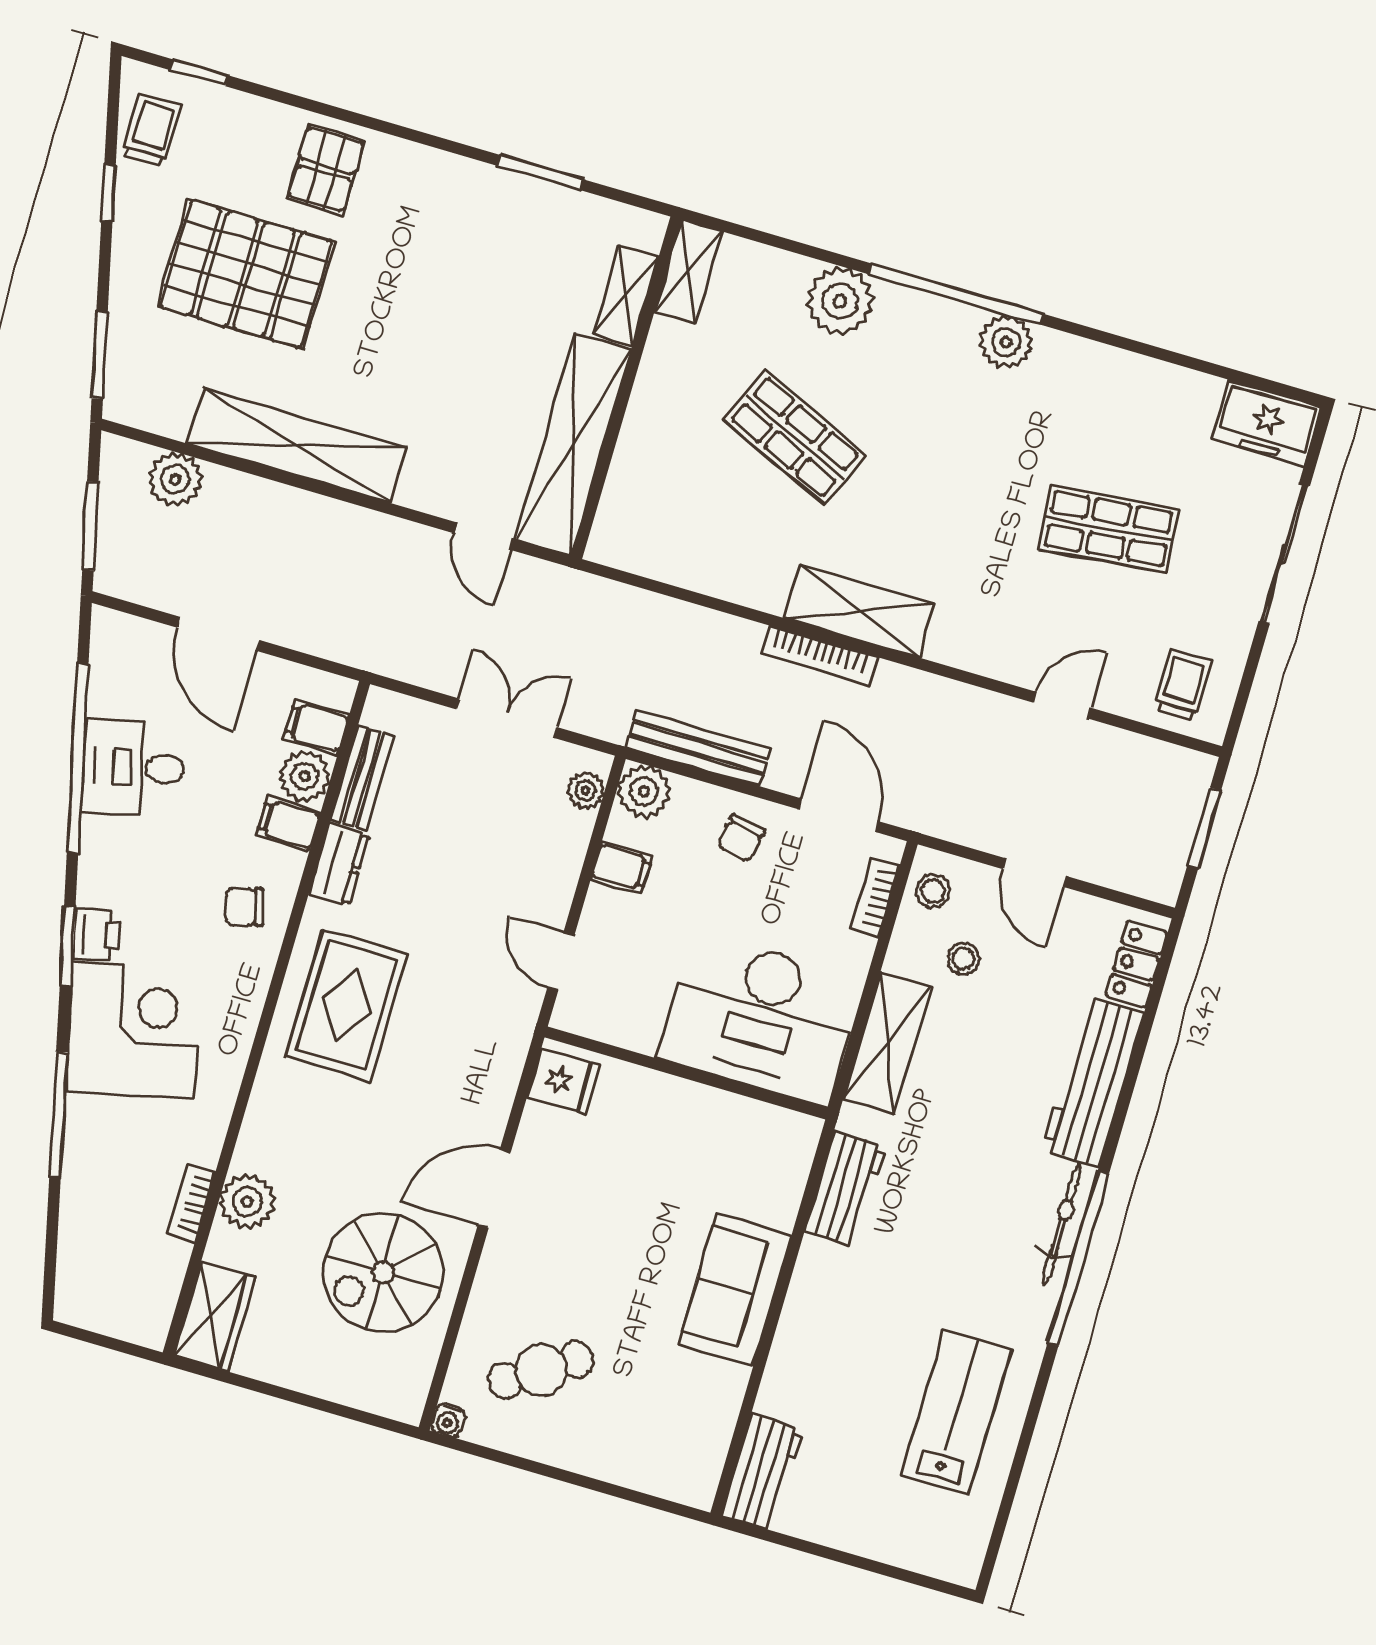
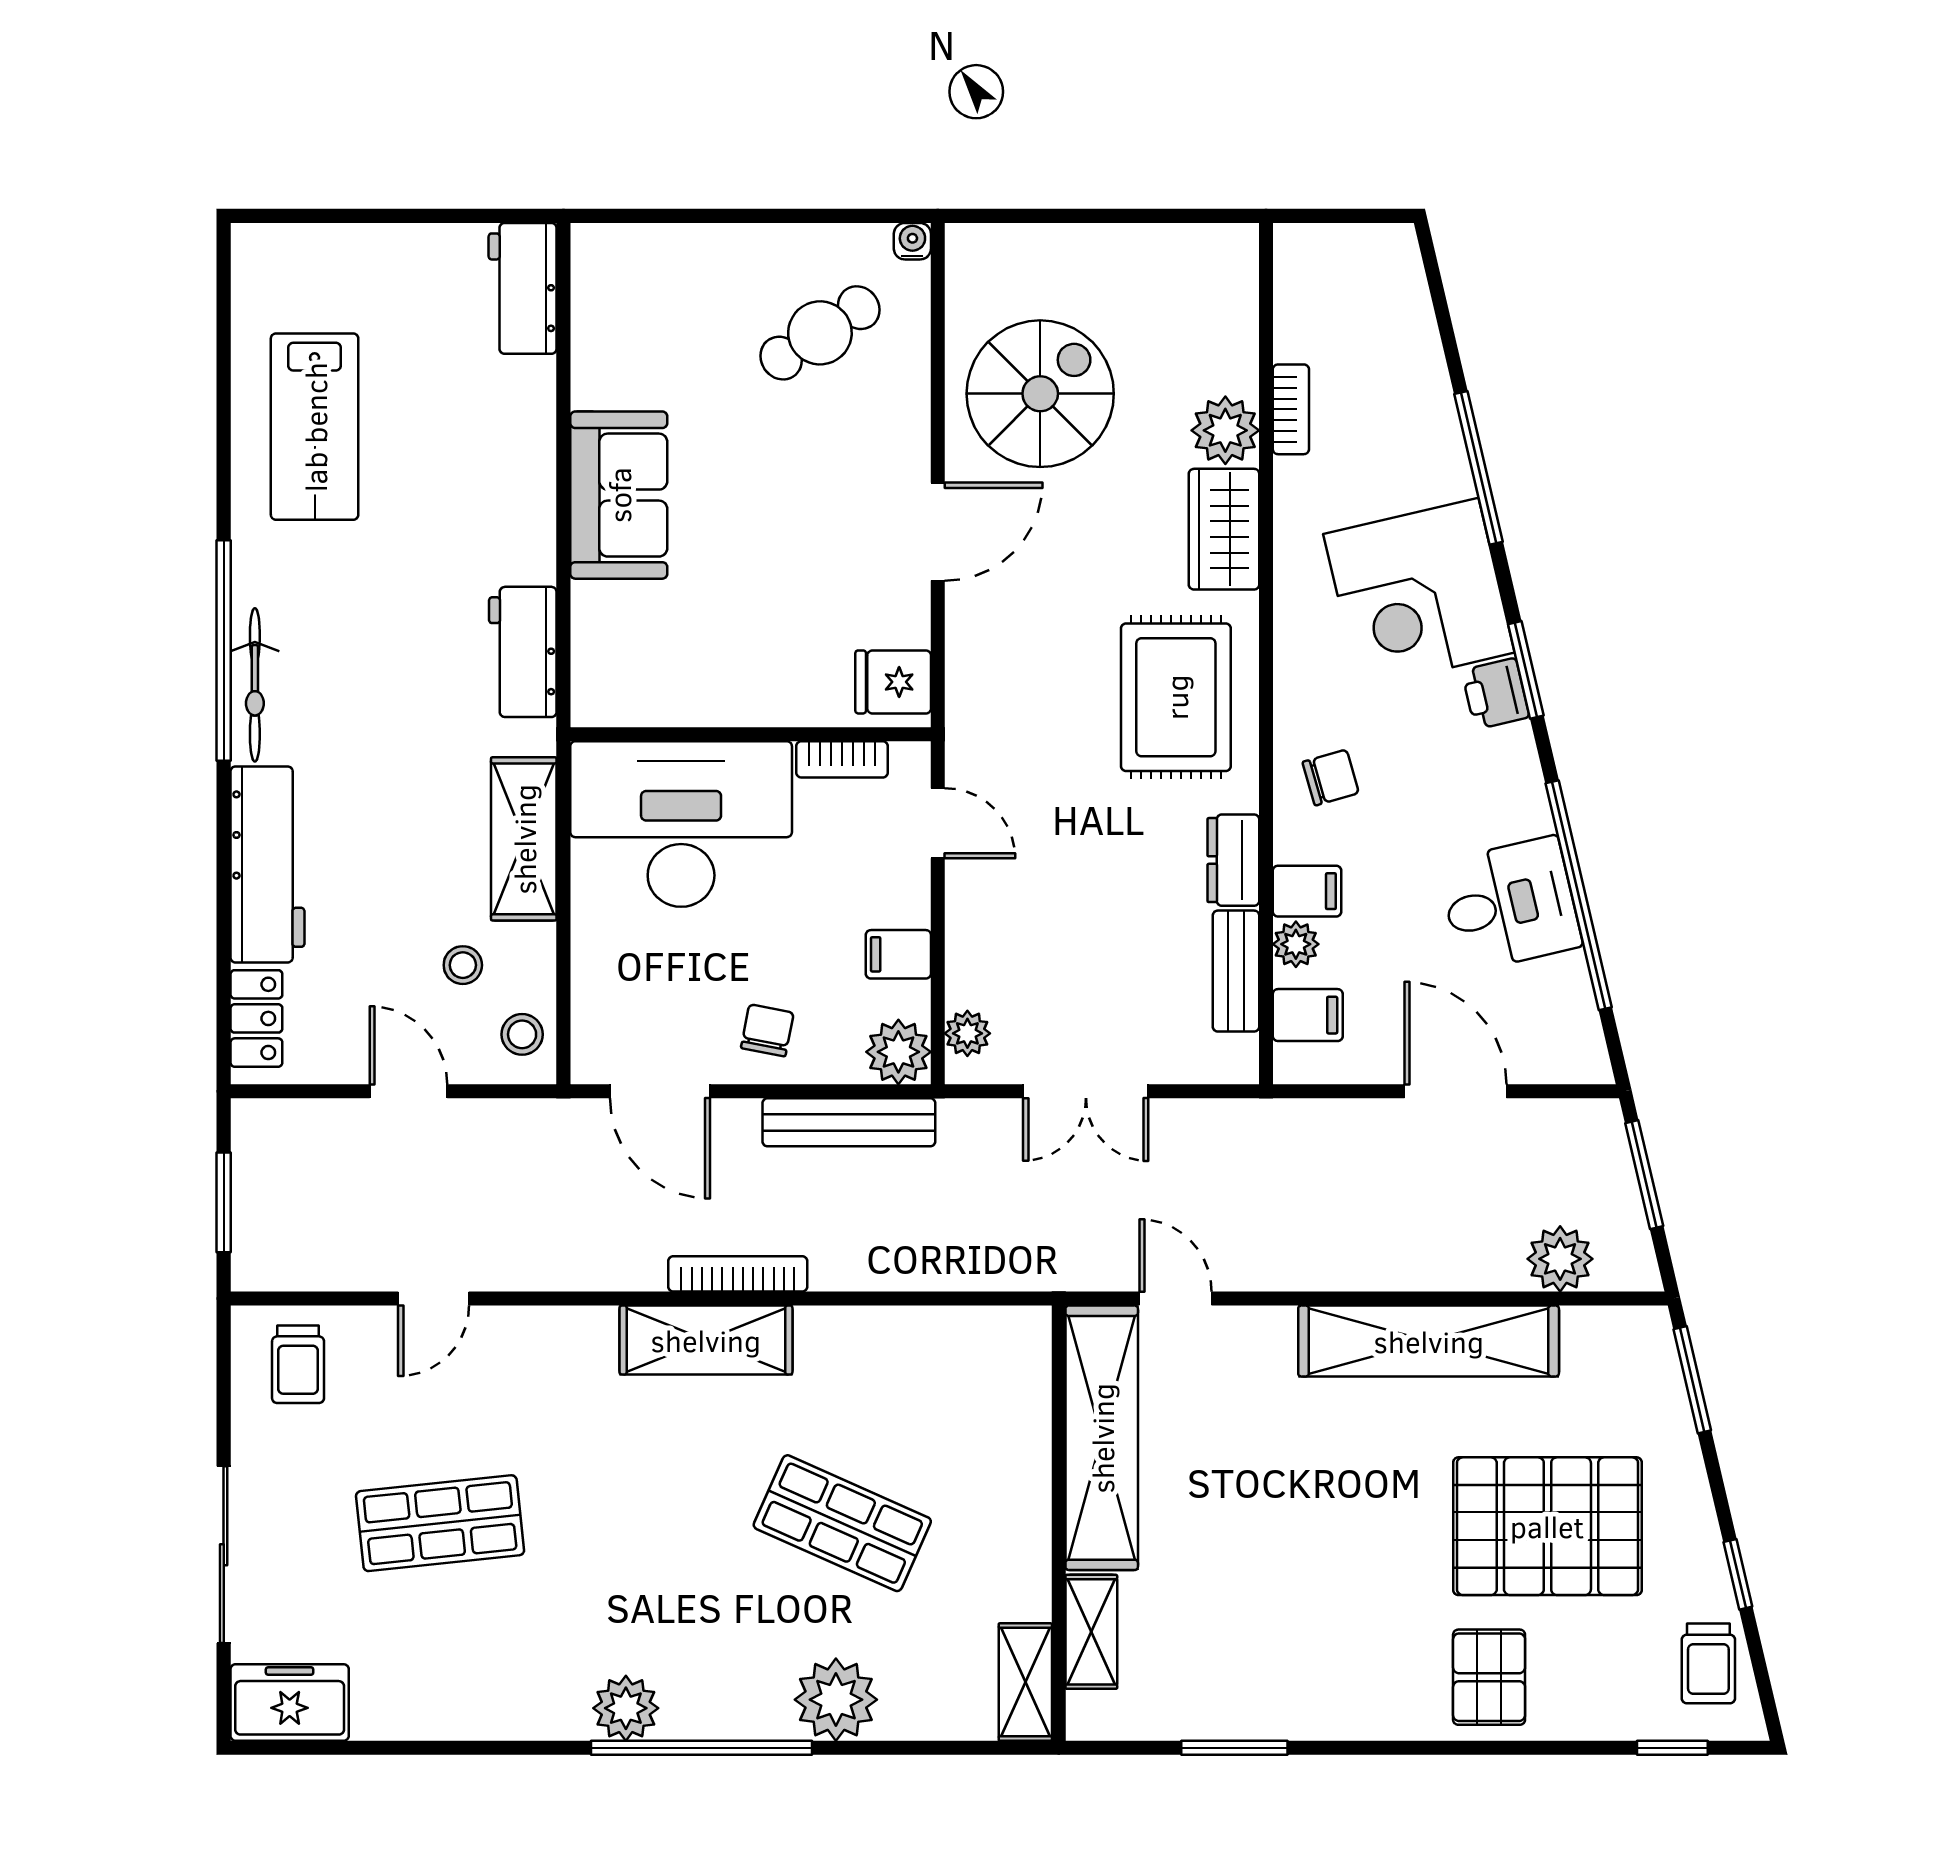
plant: (305, 776) -> (1296, 944), width x0.73, depth x0.73
bookcase: (875, 897) -> (842, 759), moved, turned 90
wardrobe: (215, 1317) -> (1224, 529), moved

